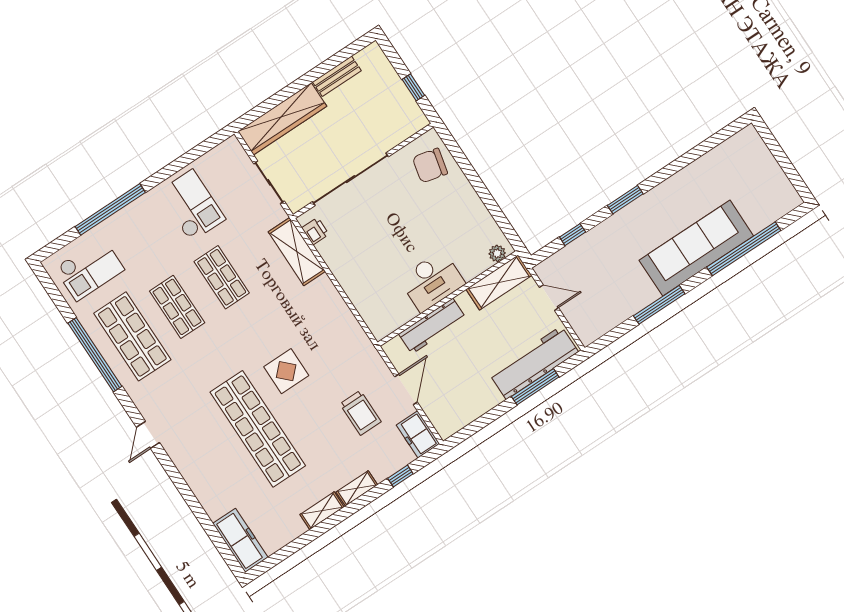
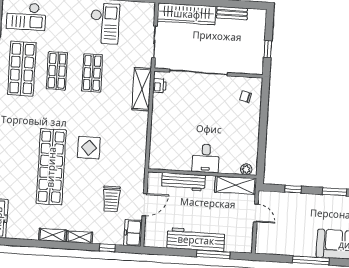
chair: (430, 166) -> (246, 97), width x0.54, depth x0.54
desk: (432, 281) -> (206, 158), width x0.73
workbench: (534, 363) -> (196, 240), moved

